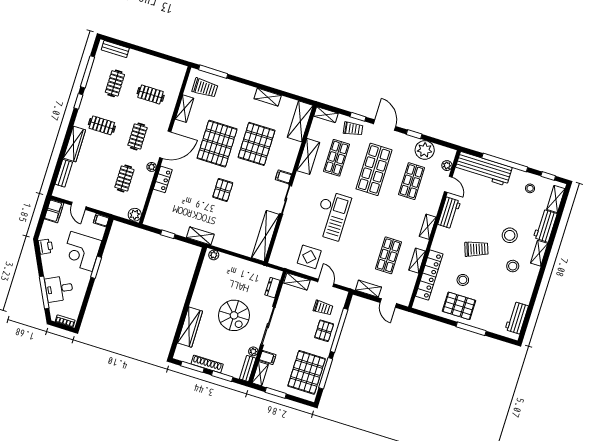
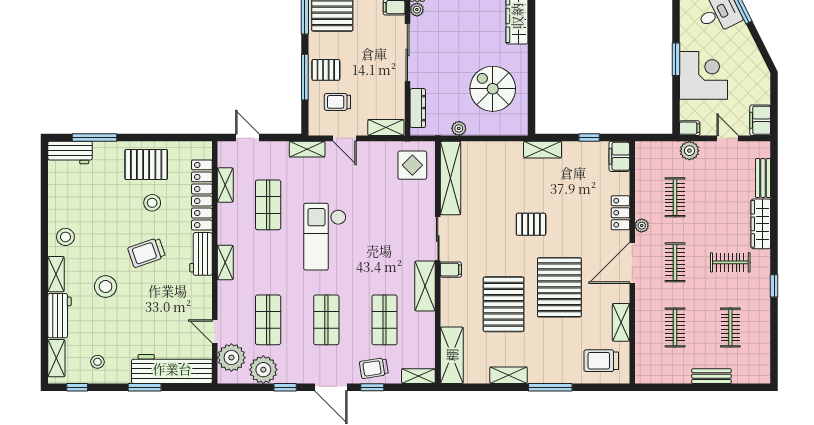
bench: (115, 49) -> (711, 376), moved
window: (88, 72) -> (774, 332), removed
window: (213, 72) -> (550, 387), moved
clothes rail: (151, 94) -> (675, 327), turned 90
shelving: (308, 156) -> (425, 286), moved
window: (505, 162) -> (145, 387), width x0.47
plant: (447, 166) -> (231, 358), width x1.87, depth x1.87
shop shelf: (374, 169) -> (326, 320), width x0.70, depth x0.74
pallet: (223, 190) -> (531, 224), turned 90
workbench: (449, 213) -> (201, 254), moved
plant: (135, 215) -> (689, 151), moved
filing cabinet: (152, 216) -> (619, 156), added
checkout: (332, 216) -> (325, 237), moved
printer: (46, 246) -> (757, 66), removed
plant: (214, 255) -> (459, 128), moved
display table: (309, 257) -> (412, 165), moved
shelving: (417, 261) -> (225, 185), moved
stool: (513, 266) -> (65, 237), moved
dresser: (272, 288) -> (418, 108), width x1.44
shelving: (368, 289) -> (307, 149), moved
spiral stairs: (234, 315) -> (493, 89), moved
workbench: (517, 318) -> (70, 152), moved, turned 90
window: (471, 329) -> (94, 137), moved
window: (339, 330) -> (305, 77), width x0.68
pallet: (324, 331) -> (326, 70), turned 90

